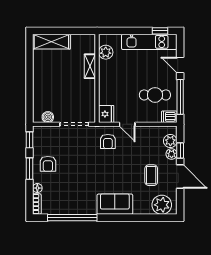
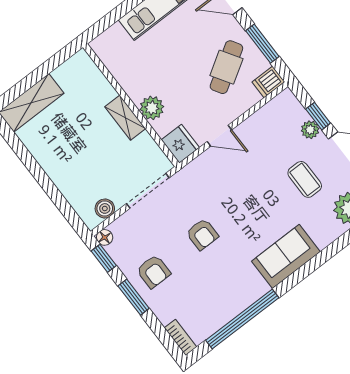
plant: (106, 52) -> (152, 108), moved
shelving: (90, 66) -> (125, 118), moved
cafe table: (155, 95) -> (226, 67), turned -32
window: (180, 97) -> (262, 44), width x0.69
armchair: (108, 141) -> (202, 234), moved
plant: (170, 141) -> (295, 113), removed
floor lamp: (37, 188) -> (105, 237), moved

